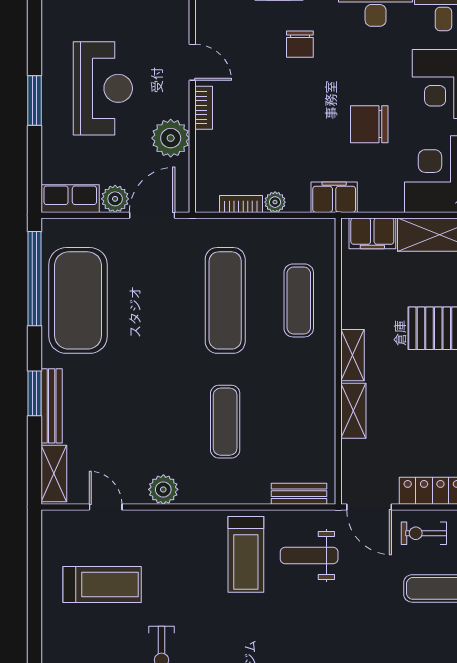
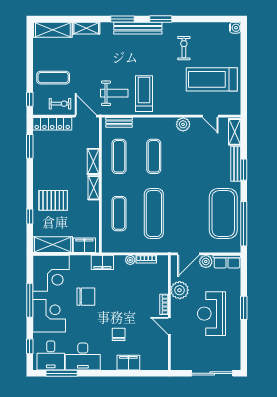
exercise mat: (299, 422) -> (119, 156), added
treadmill: (102, 585) -> (212, 79), width x1.37, depth x1.38

